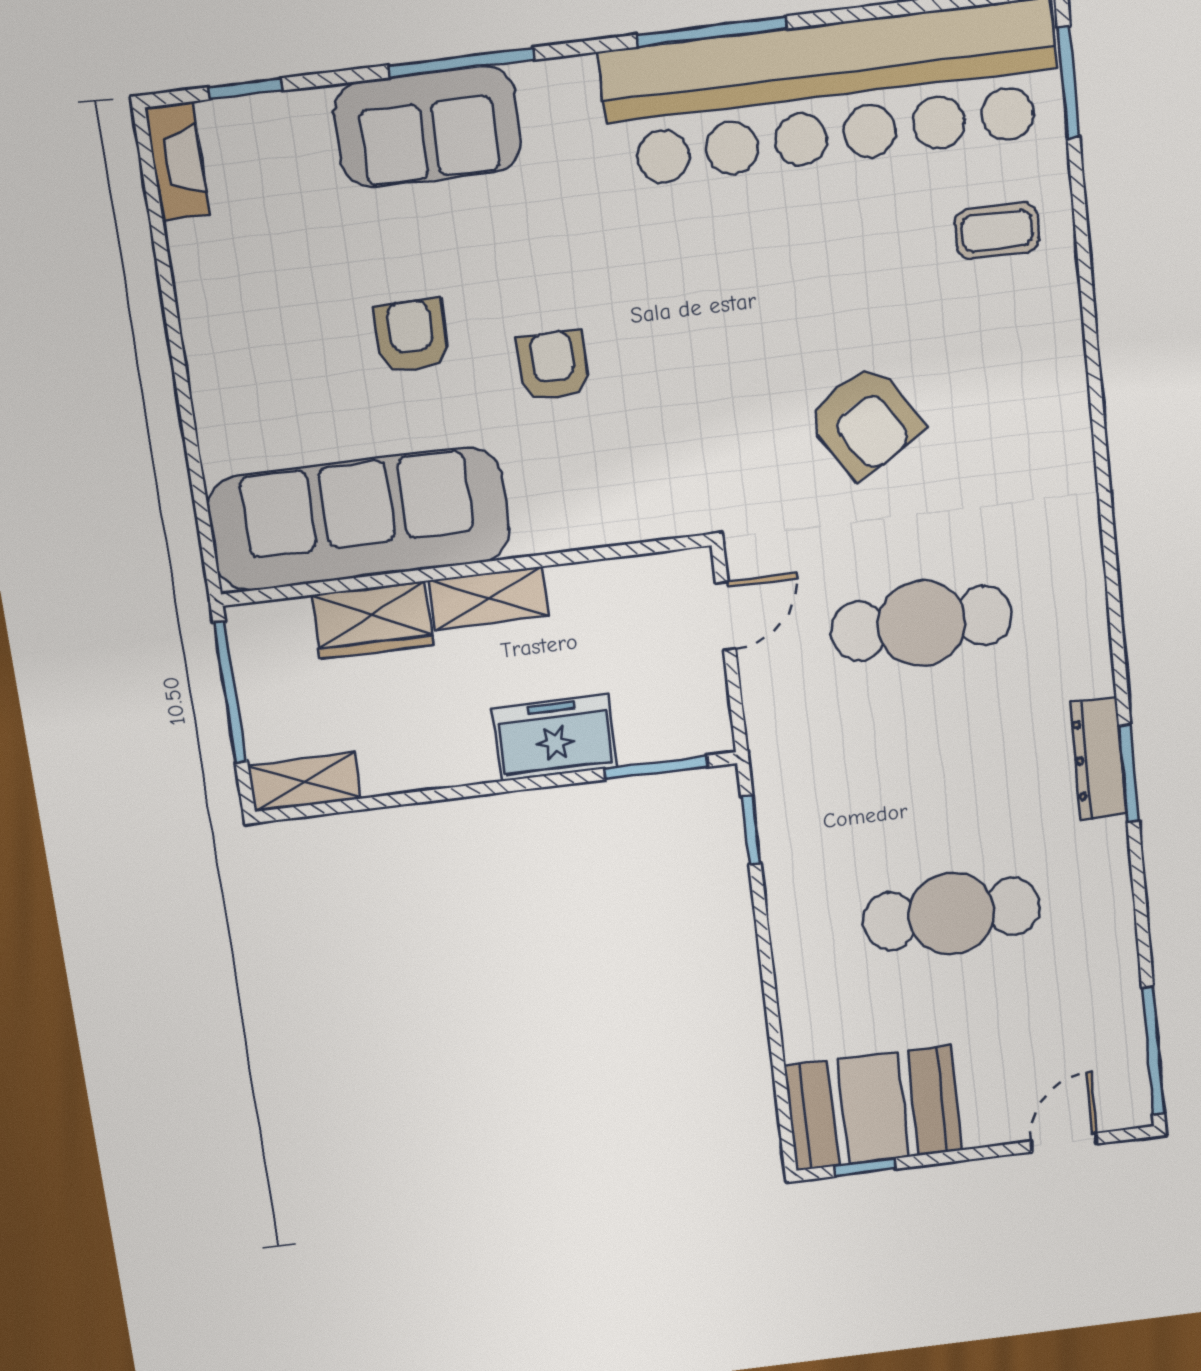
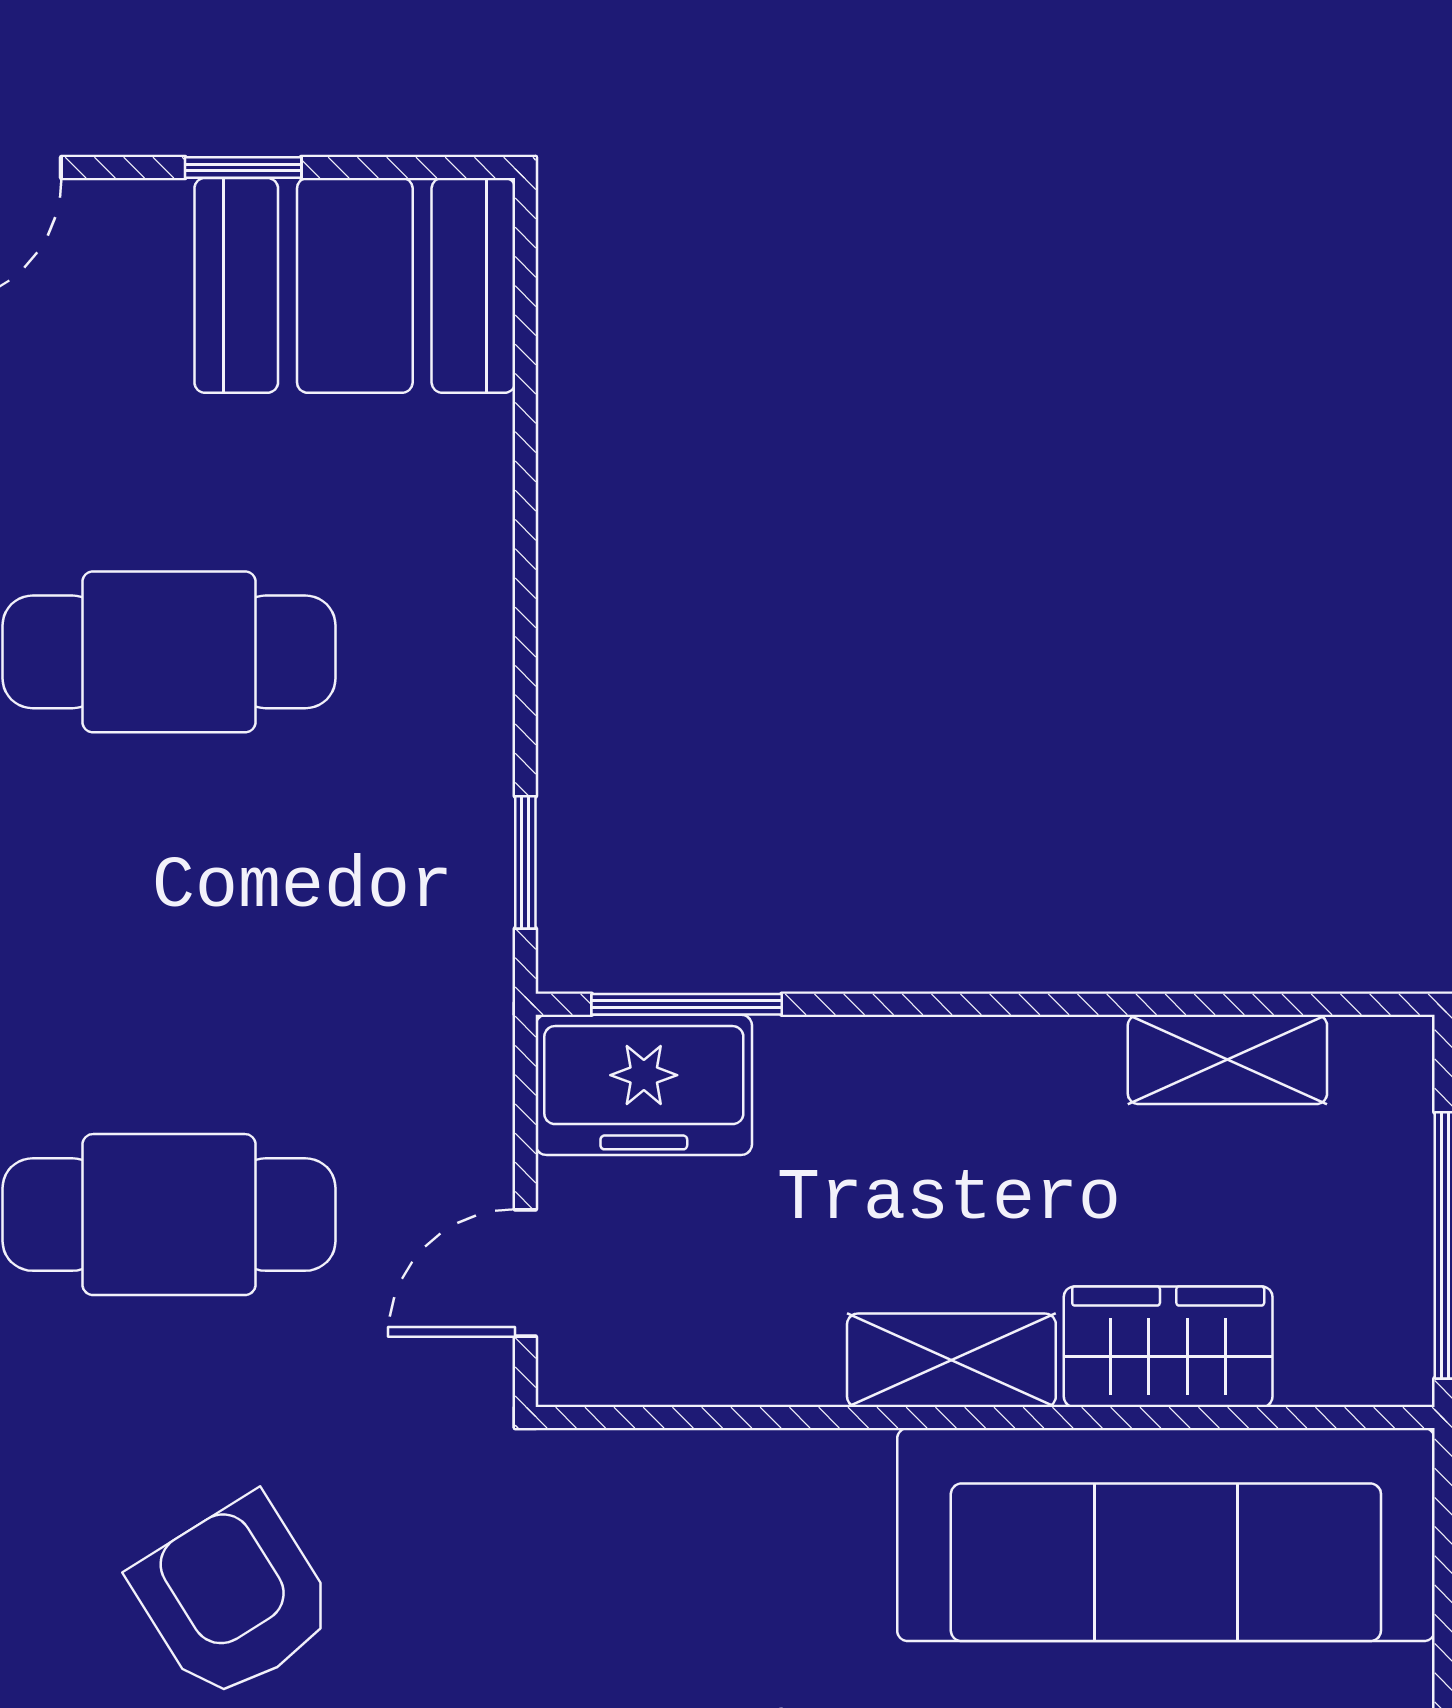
freezer: (555, 738) -> (644, 1085), moved
shelving: (305, 782) -> (1227, 1059), moved
window: (865, 1167) -> (243, 168), moved

